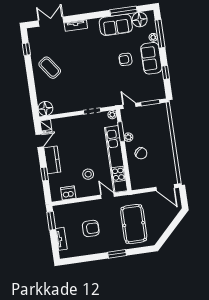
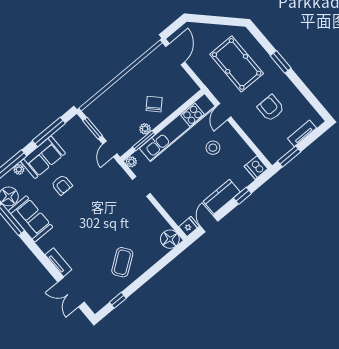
window: (166, 72) -> (49, 132), width x2.17
door: (40, 141) -> (209, 224), hinge flipped
dishwasher: (68, 193) -> (256, 168), moved
pool table: (134, 224) -> (237, 64), turned 90

